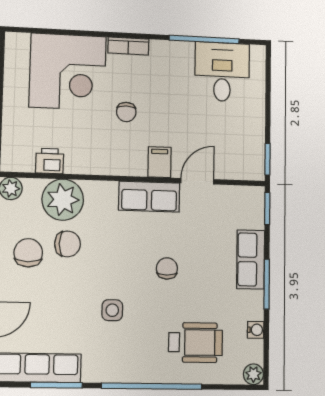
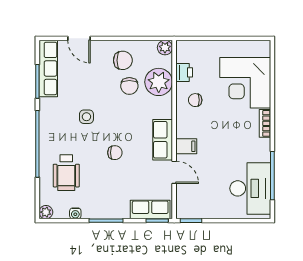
desk: (222, 72) -> (250, 188), width x1.37
chair: (126, 112) -> (195, 100), moved
row of seats: (251, 259) -> (150, 210), moved

